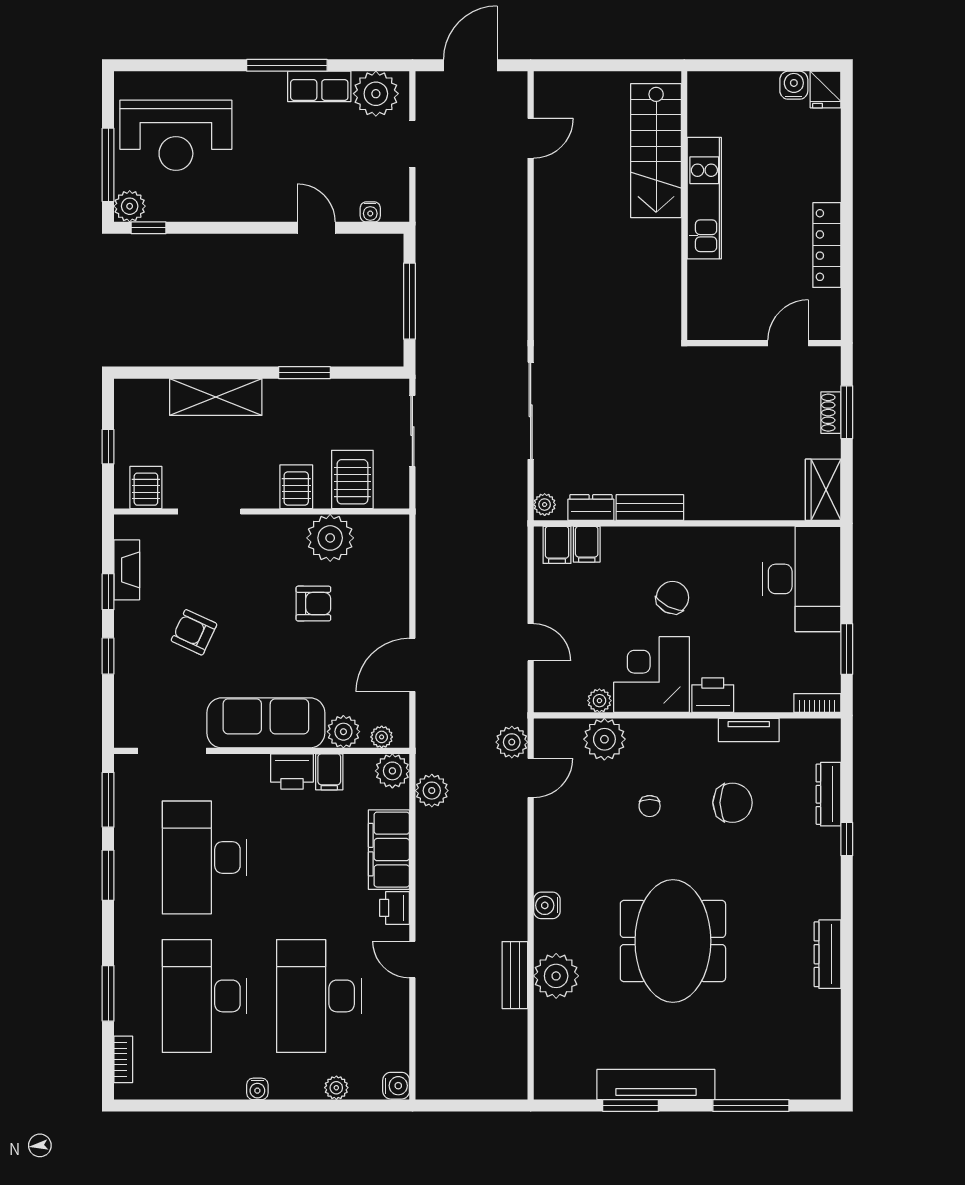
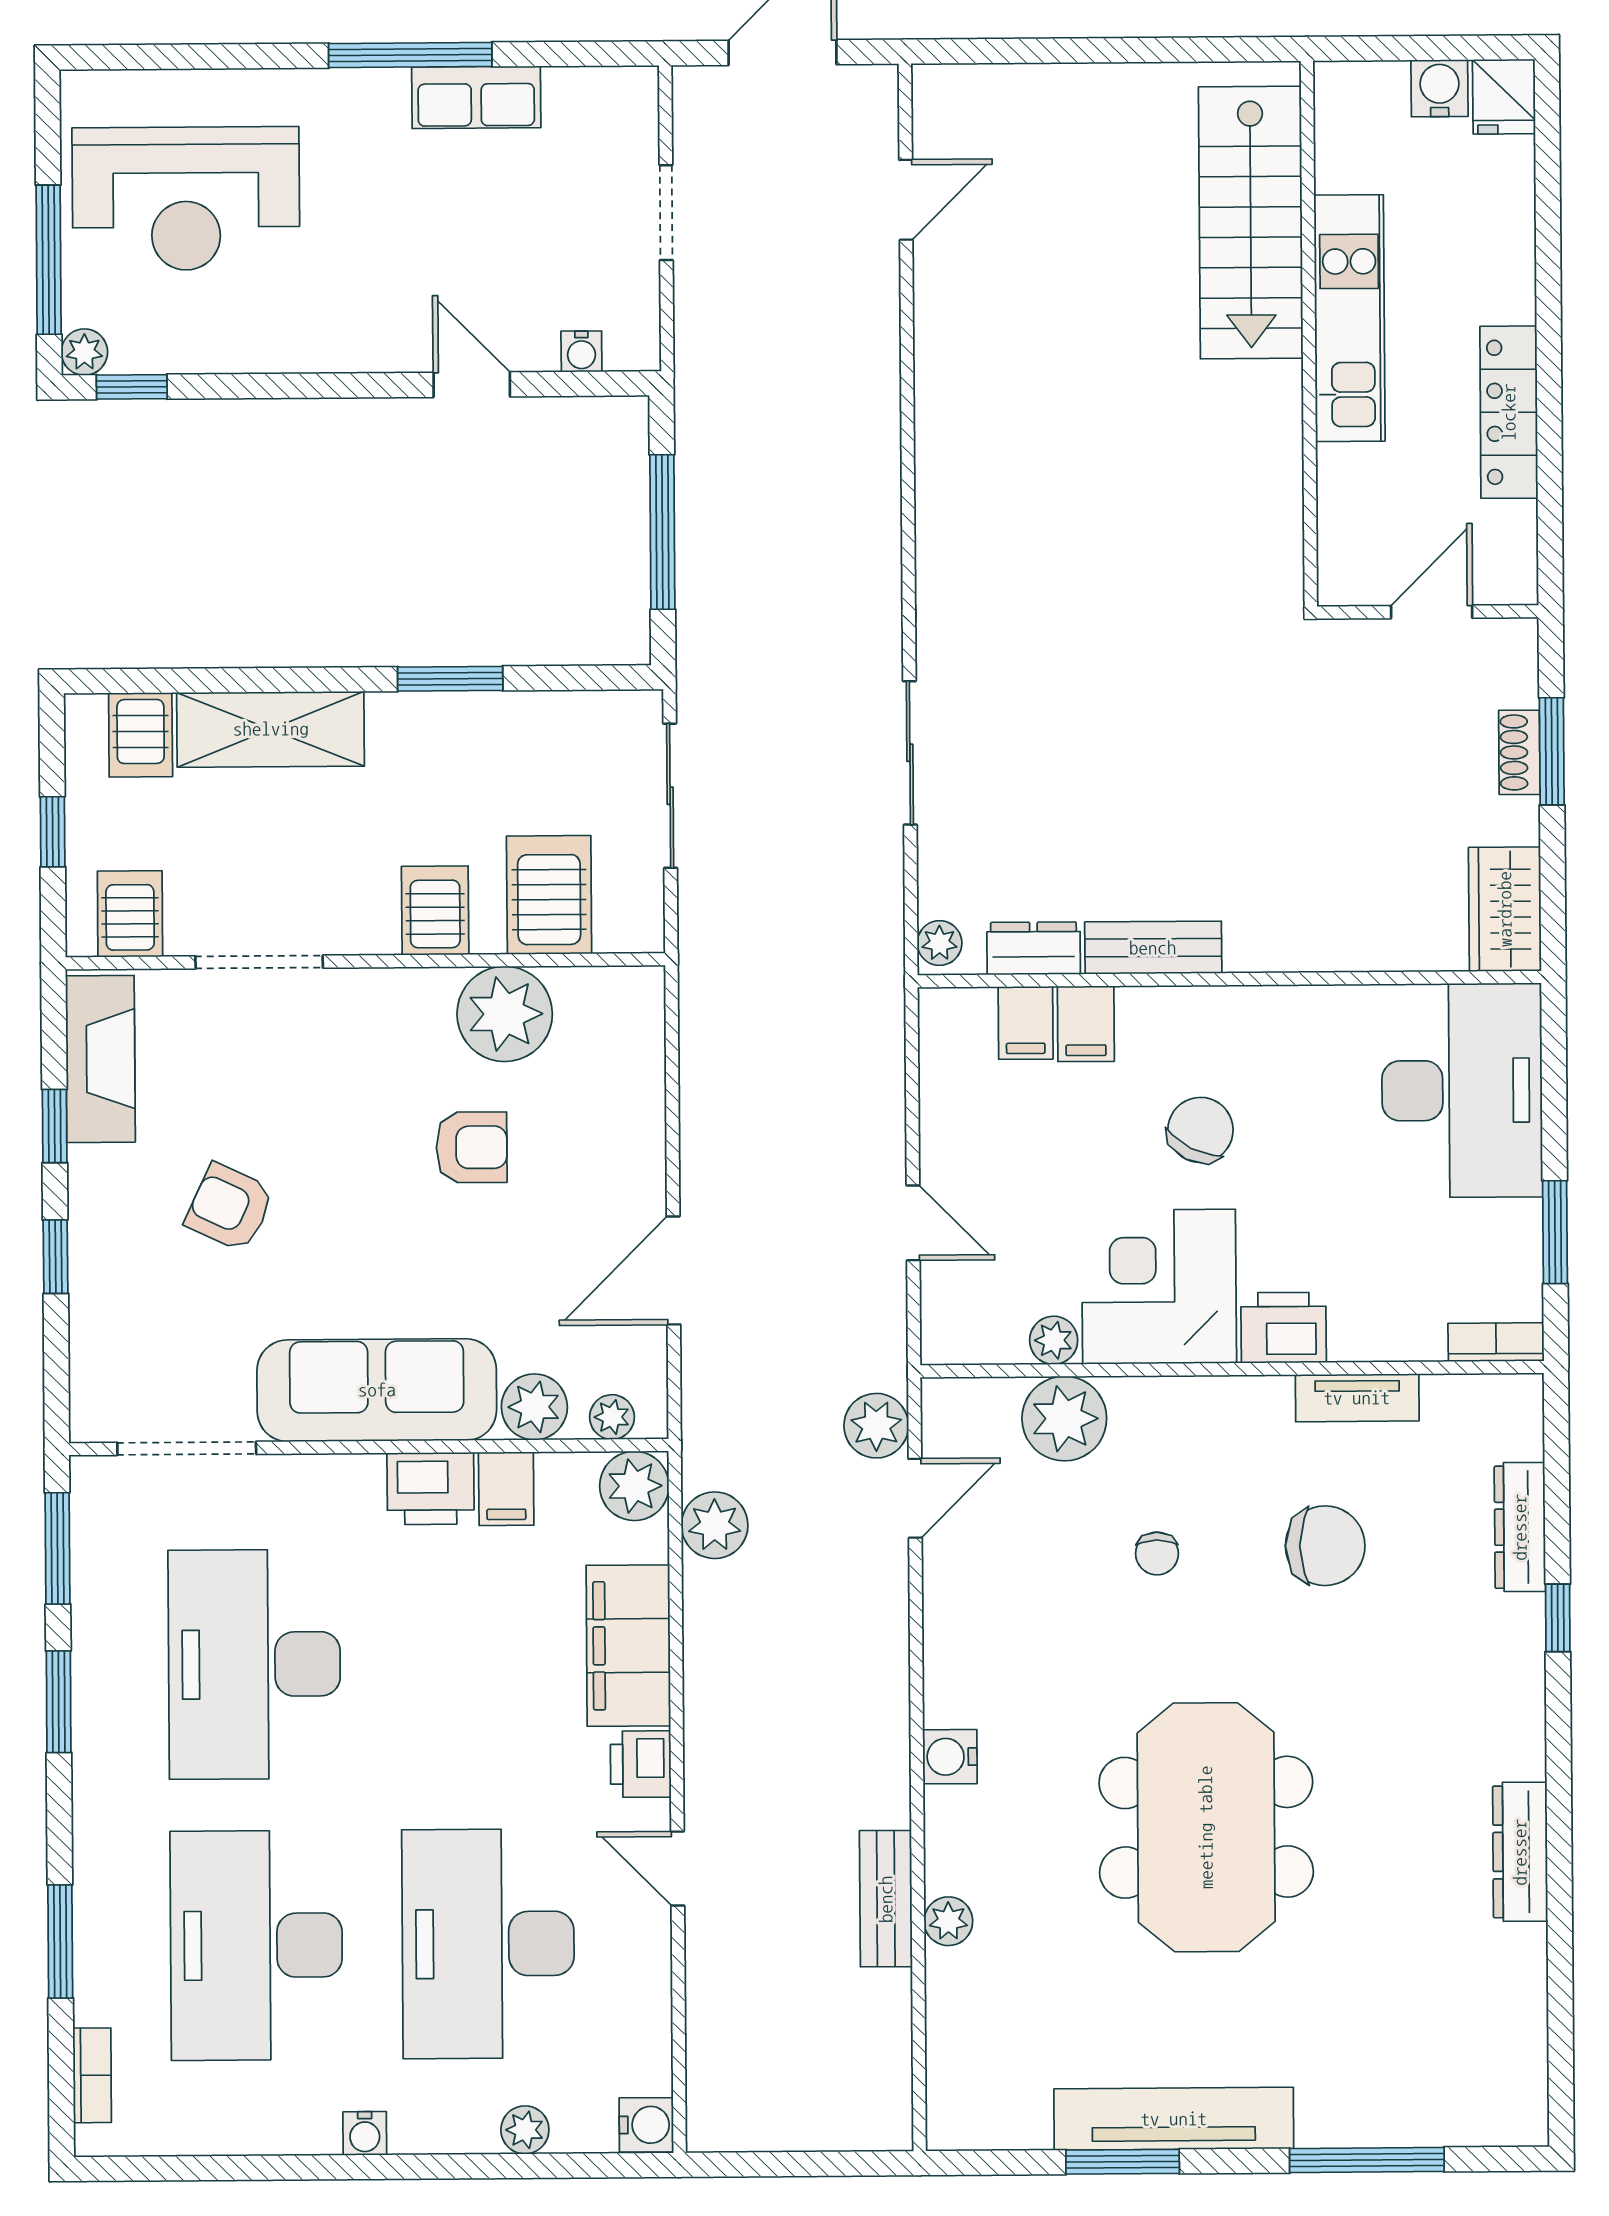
plant: (376, 94) -> (591, 112), removed
stairs: (656, 151) -> (1251, 222), moved
kitchen unit: (704, 198) -> (1349, 318), moved
plant: (130, 206) -> (84, 352), width x0.73, depth x0.73
wall: (684, 206) -> (1309, 334), moved
server rack: (152, 399) -> (141, 735), added
sliding door: (531, 411) -> (910, 753), width x0.73
filing cabinet: (557, 545) -> (1086, 1024), moved
fireplace: (127, 570) -> (100, 1059), width x1.37, depth x1.32
plant: (556, 976) -> (948, 1921), width x0.53, depth x0.53

